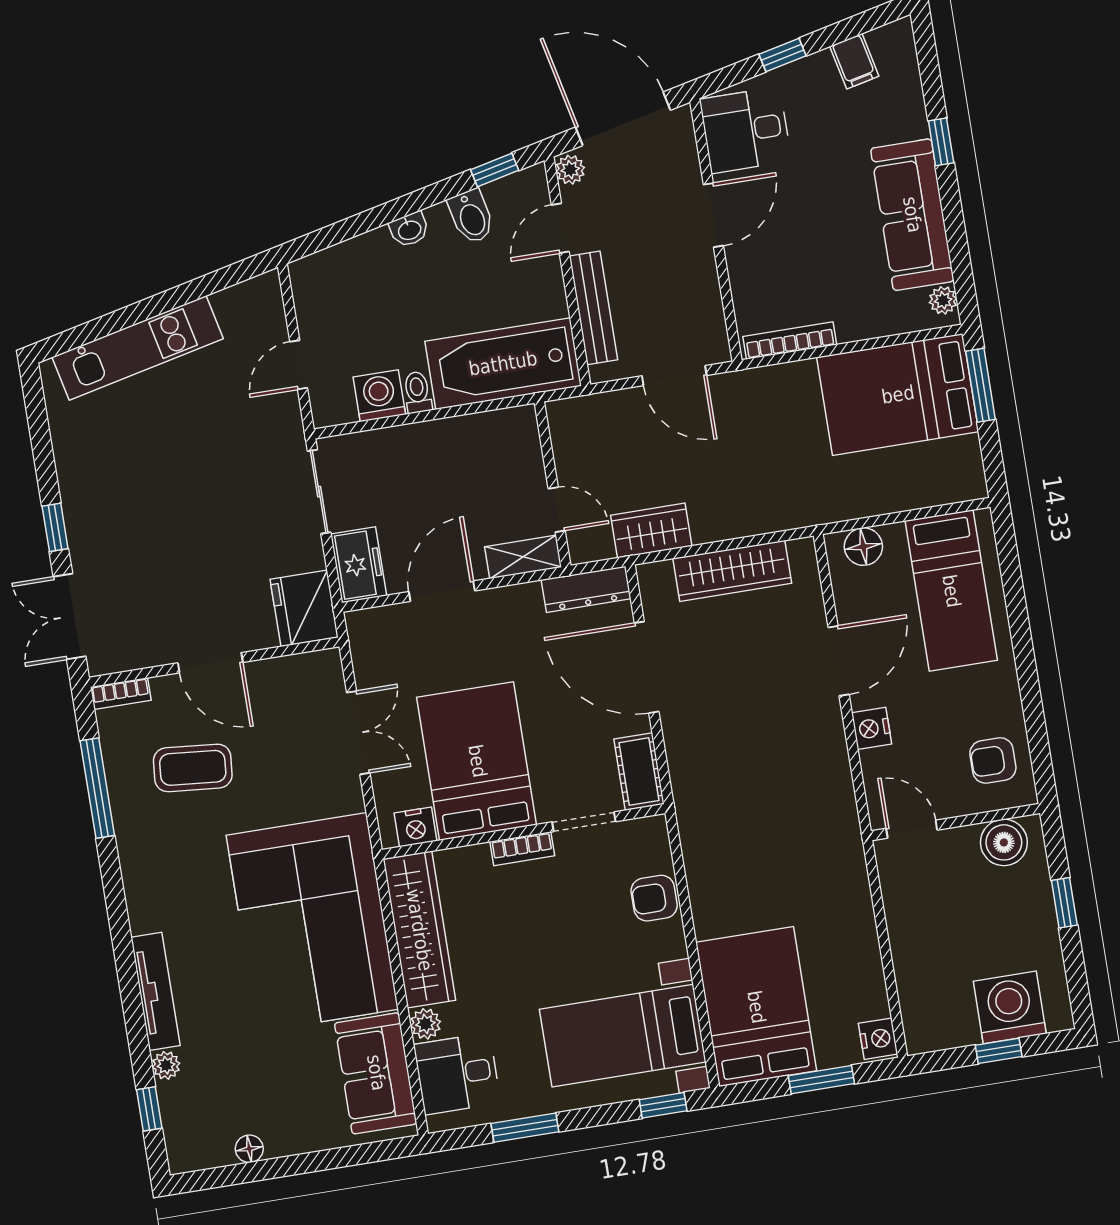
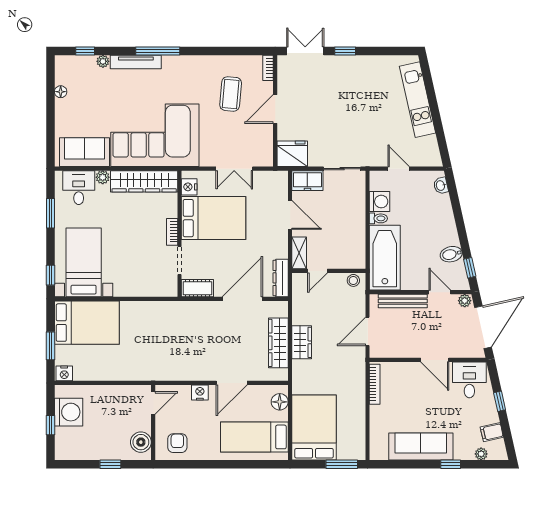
washbasin: (409, 230) -> (441, 186), moved
plant: (943, 300) -> (481, 454), moved
bed: (898, 395) -> (314, 427), moved
stool: (565, 426) -> (353, 280), added
wardrobe: (651, 531) -> (302, 342), moved
door: (839, 661) -> (232, 383), hinge flipped
window: (97, 788) -> (158, 51), moved
armchair: (654, 898) -> (141, 286), removed
washing machine: (1010, 1007) -> (69, 412), moved

